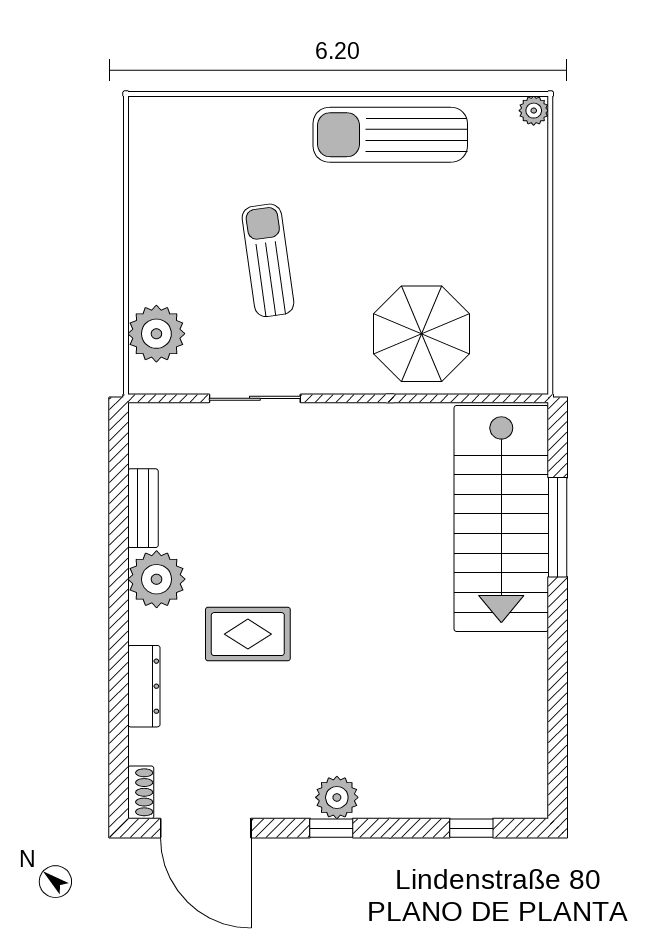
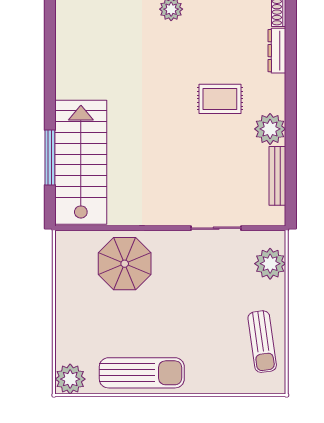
plant: (534, 111) -> (70, 379), width x1.87, depth x1.87
sun lounger: (268, 260) -> (262, 342), moved
bench: (143, 508) -> (277, 176), width x1.36
dresser: (144, 686) -> (277, 51), moved

